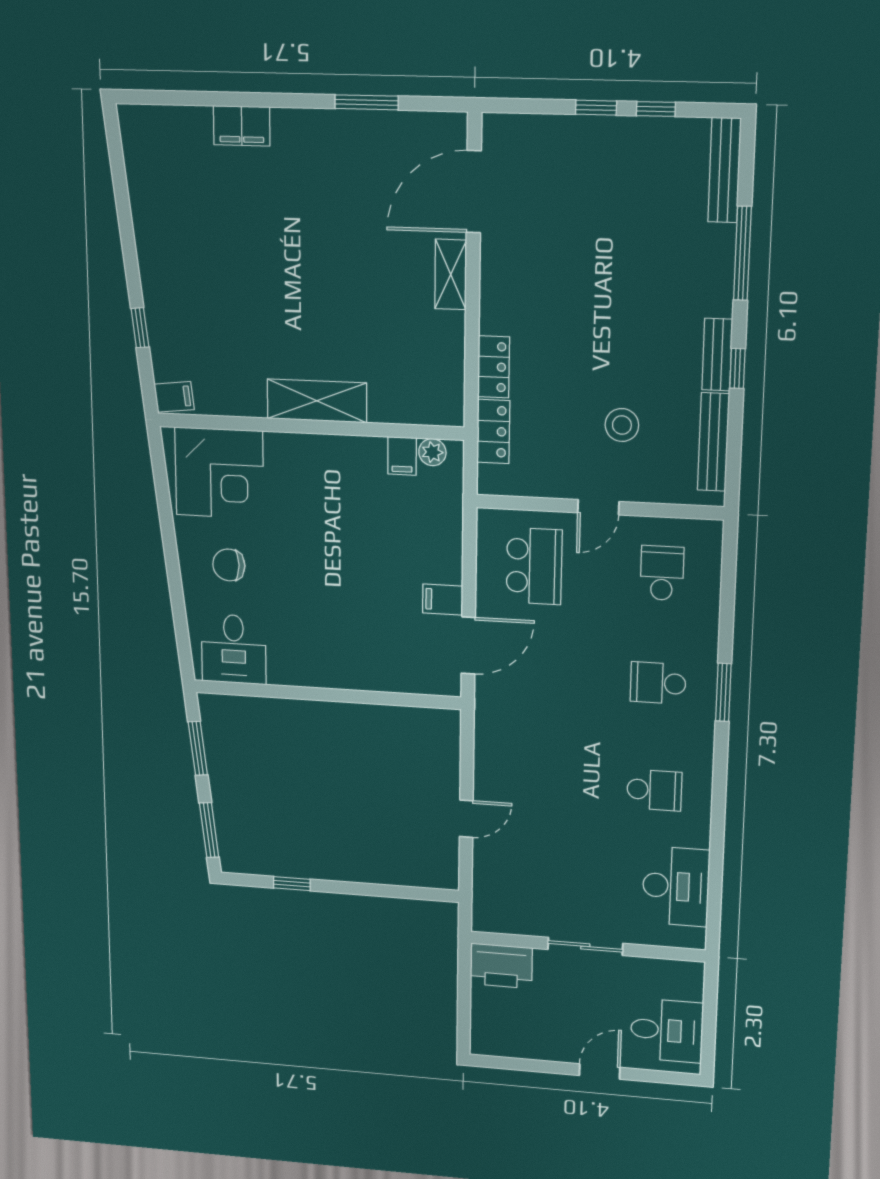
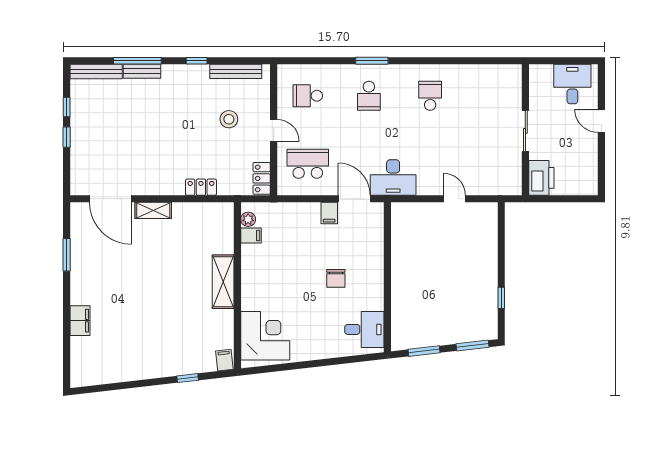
bench: (717, 355) -> (142, 71), moved
locker: (493, 431) -> (262, 178), moved, turned -90
chair: (229, 565) -> (336, 278), moved
desk: (676, 886) -> (393, 177), moved, turned 180

